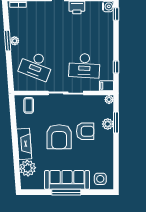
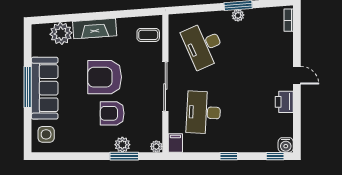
desk: (36, 66) -> (203, 45), turned -45
window: (116, 67) -> (229, 156), moved
armchair: (85, 131) -> (112, 113), turned 90

